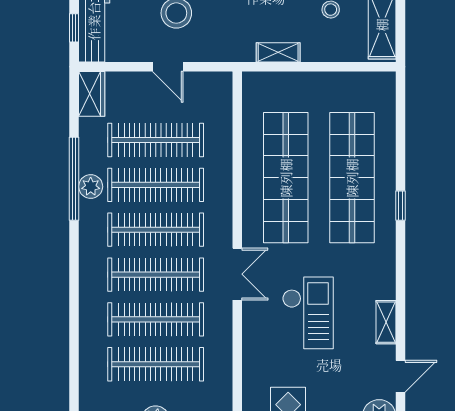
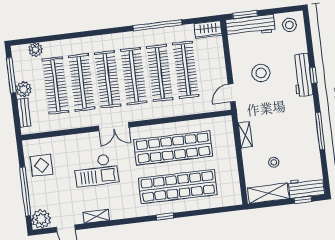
window: (74, 28) -> (245, 15), width x1.50
door: (168, 67) -> (232, 93), moved
plant: (91, 187) -> (35, 50), moved

